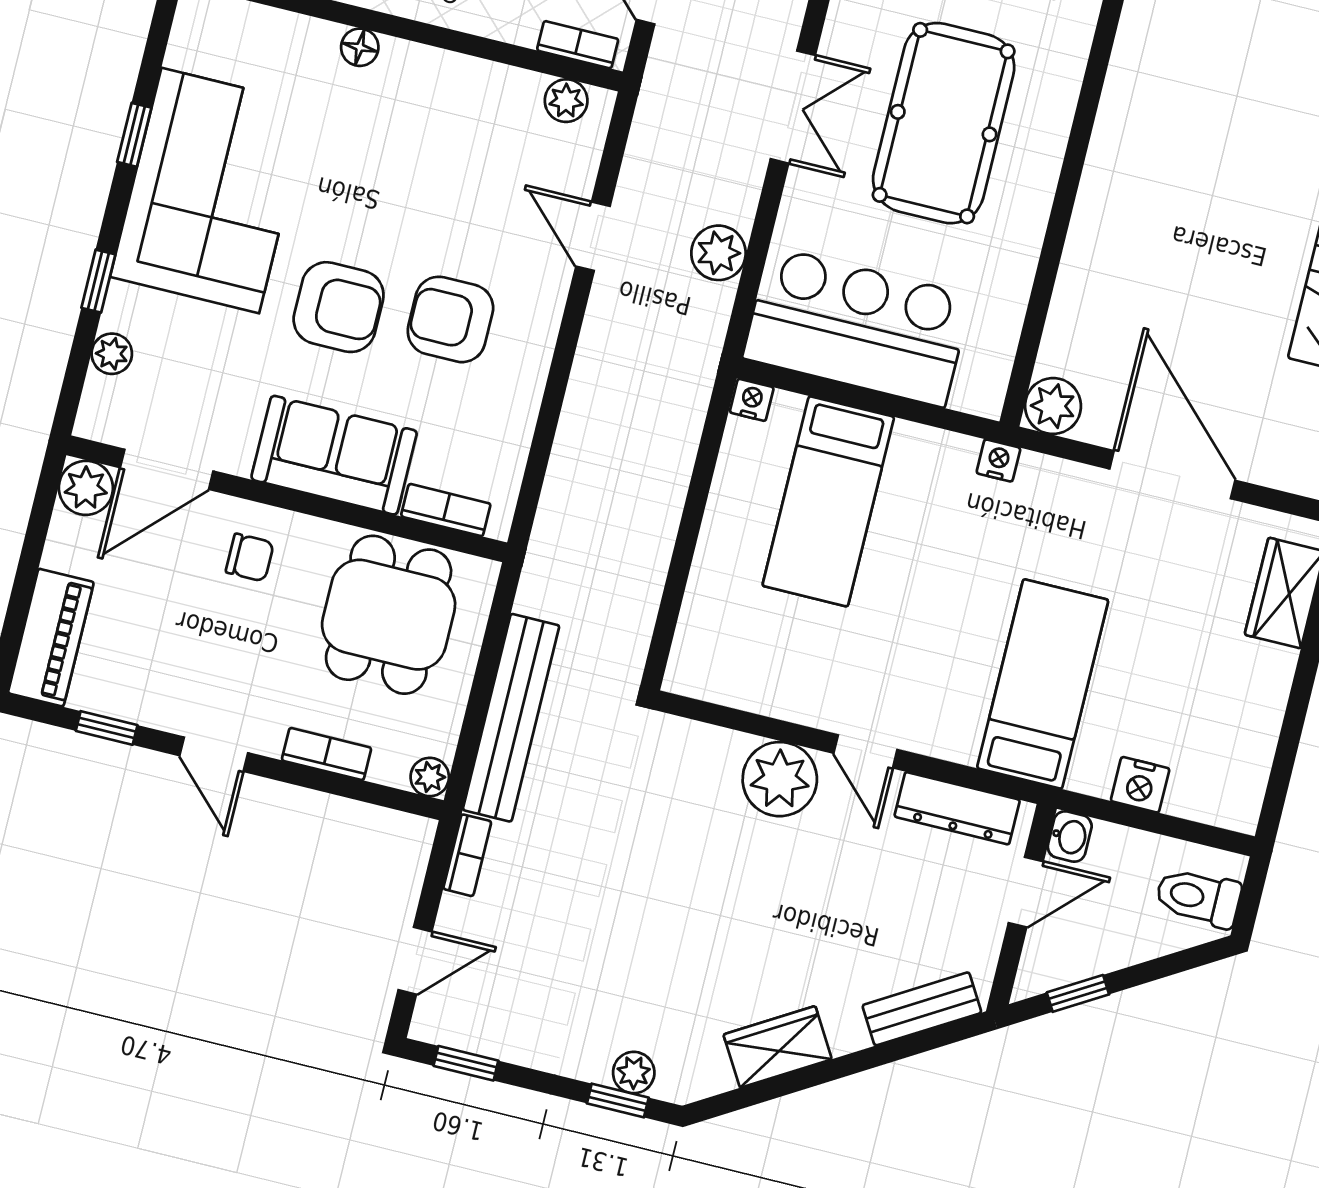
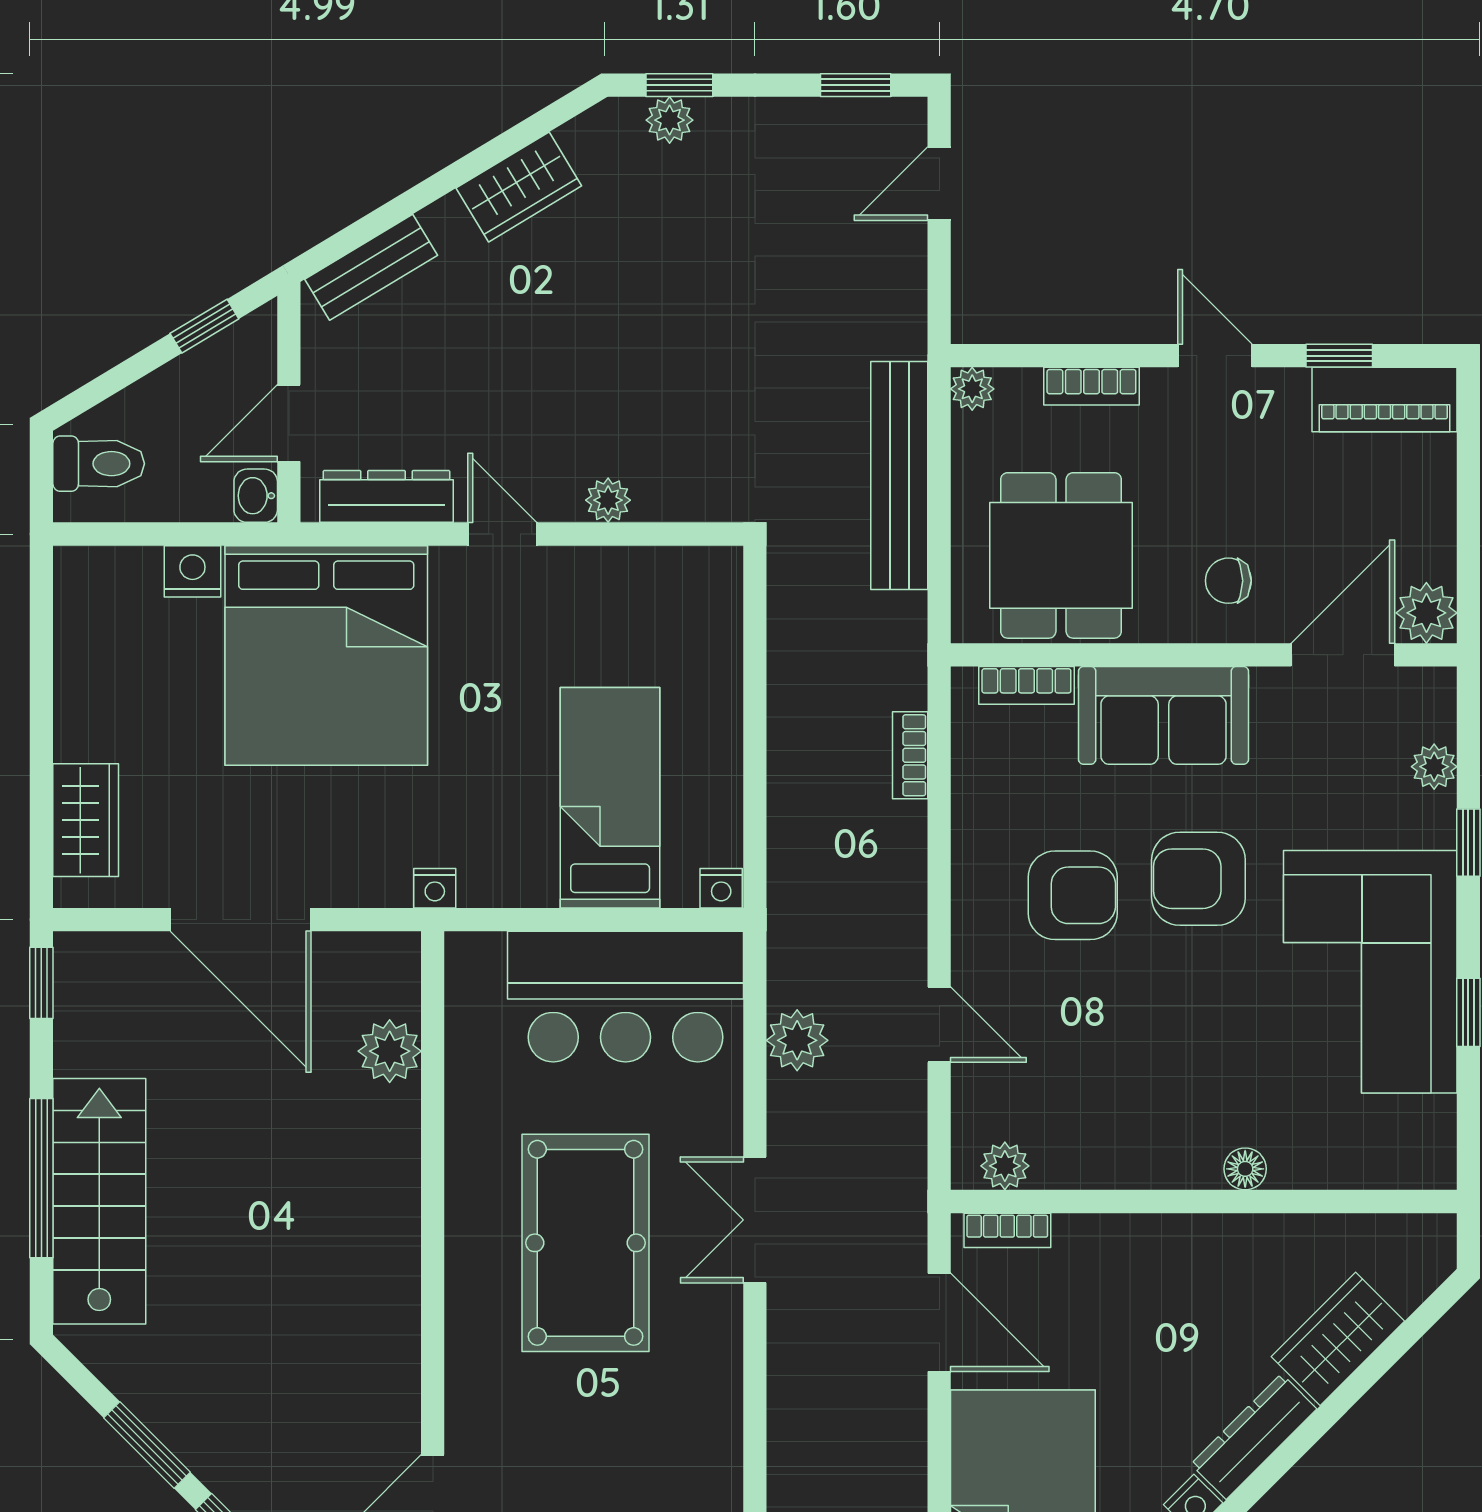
plant: (1053, 406) -> (390, 1051), moved
piano: (51, 638) -> (1385, 400), moved, turned -90
bed: (1043, 684) -> (326, 655), width x2.04
plant: (780, 779) -> (608, 500), width x0.53, depth x0.53
bookcase: (467, 855) -> (910, 755), moved

